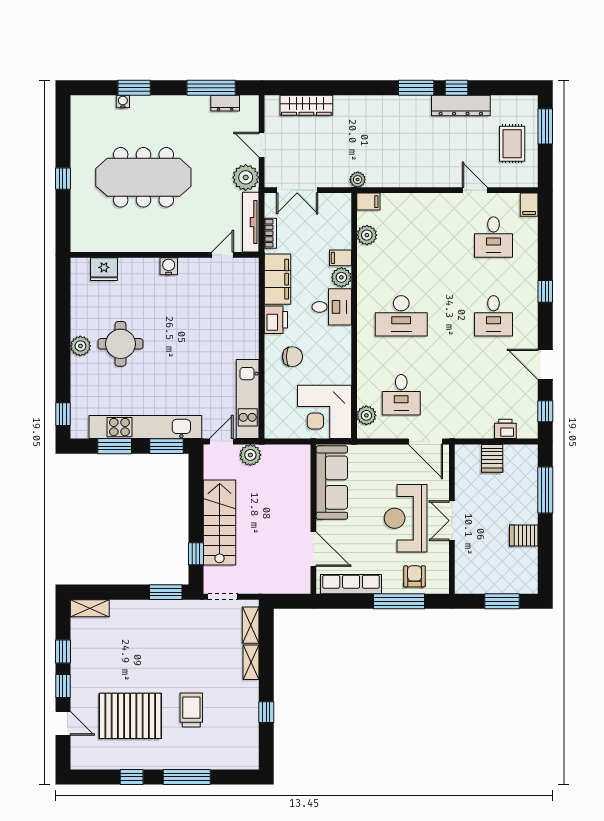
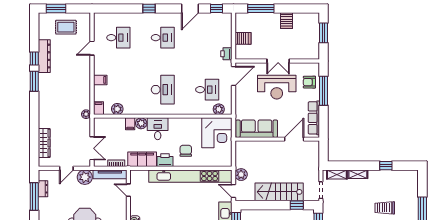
filing cabinet: (529, 205) -> (100, 80), moved
kitchen unit: (248, 399) -> (190, 176), width x1.86
printer: (505, 429) -> (226, 54), moved

